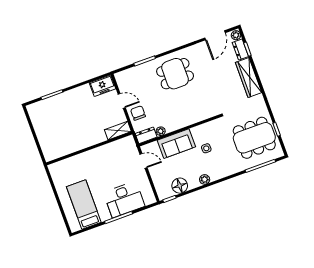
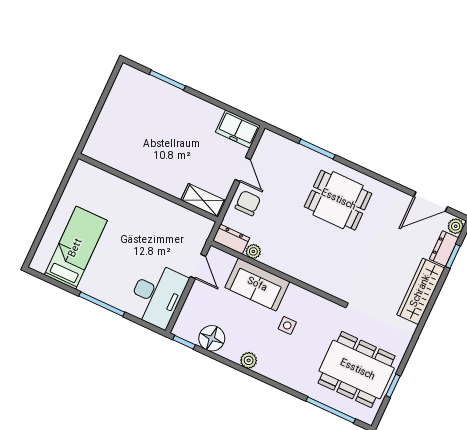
desk: (124, 199) -> (157, 295), moved, turned -90

